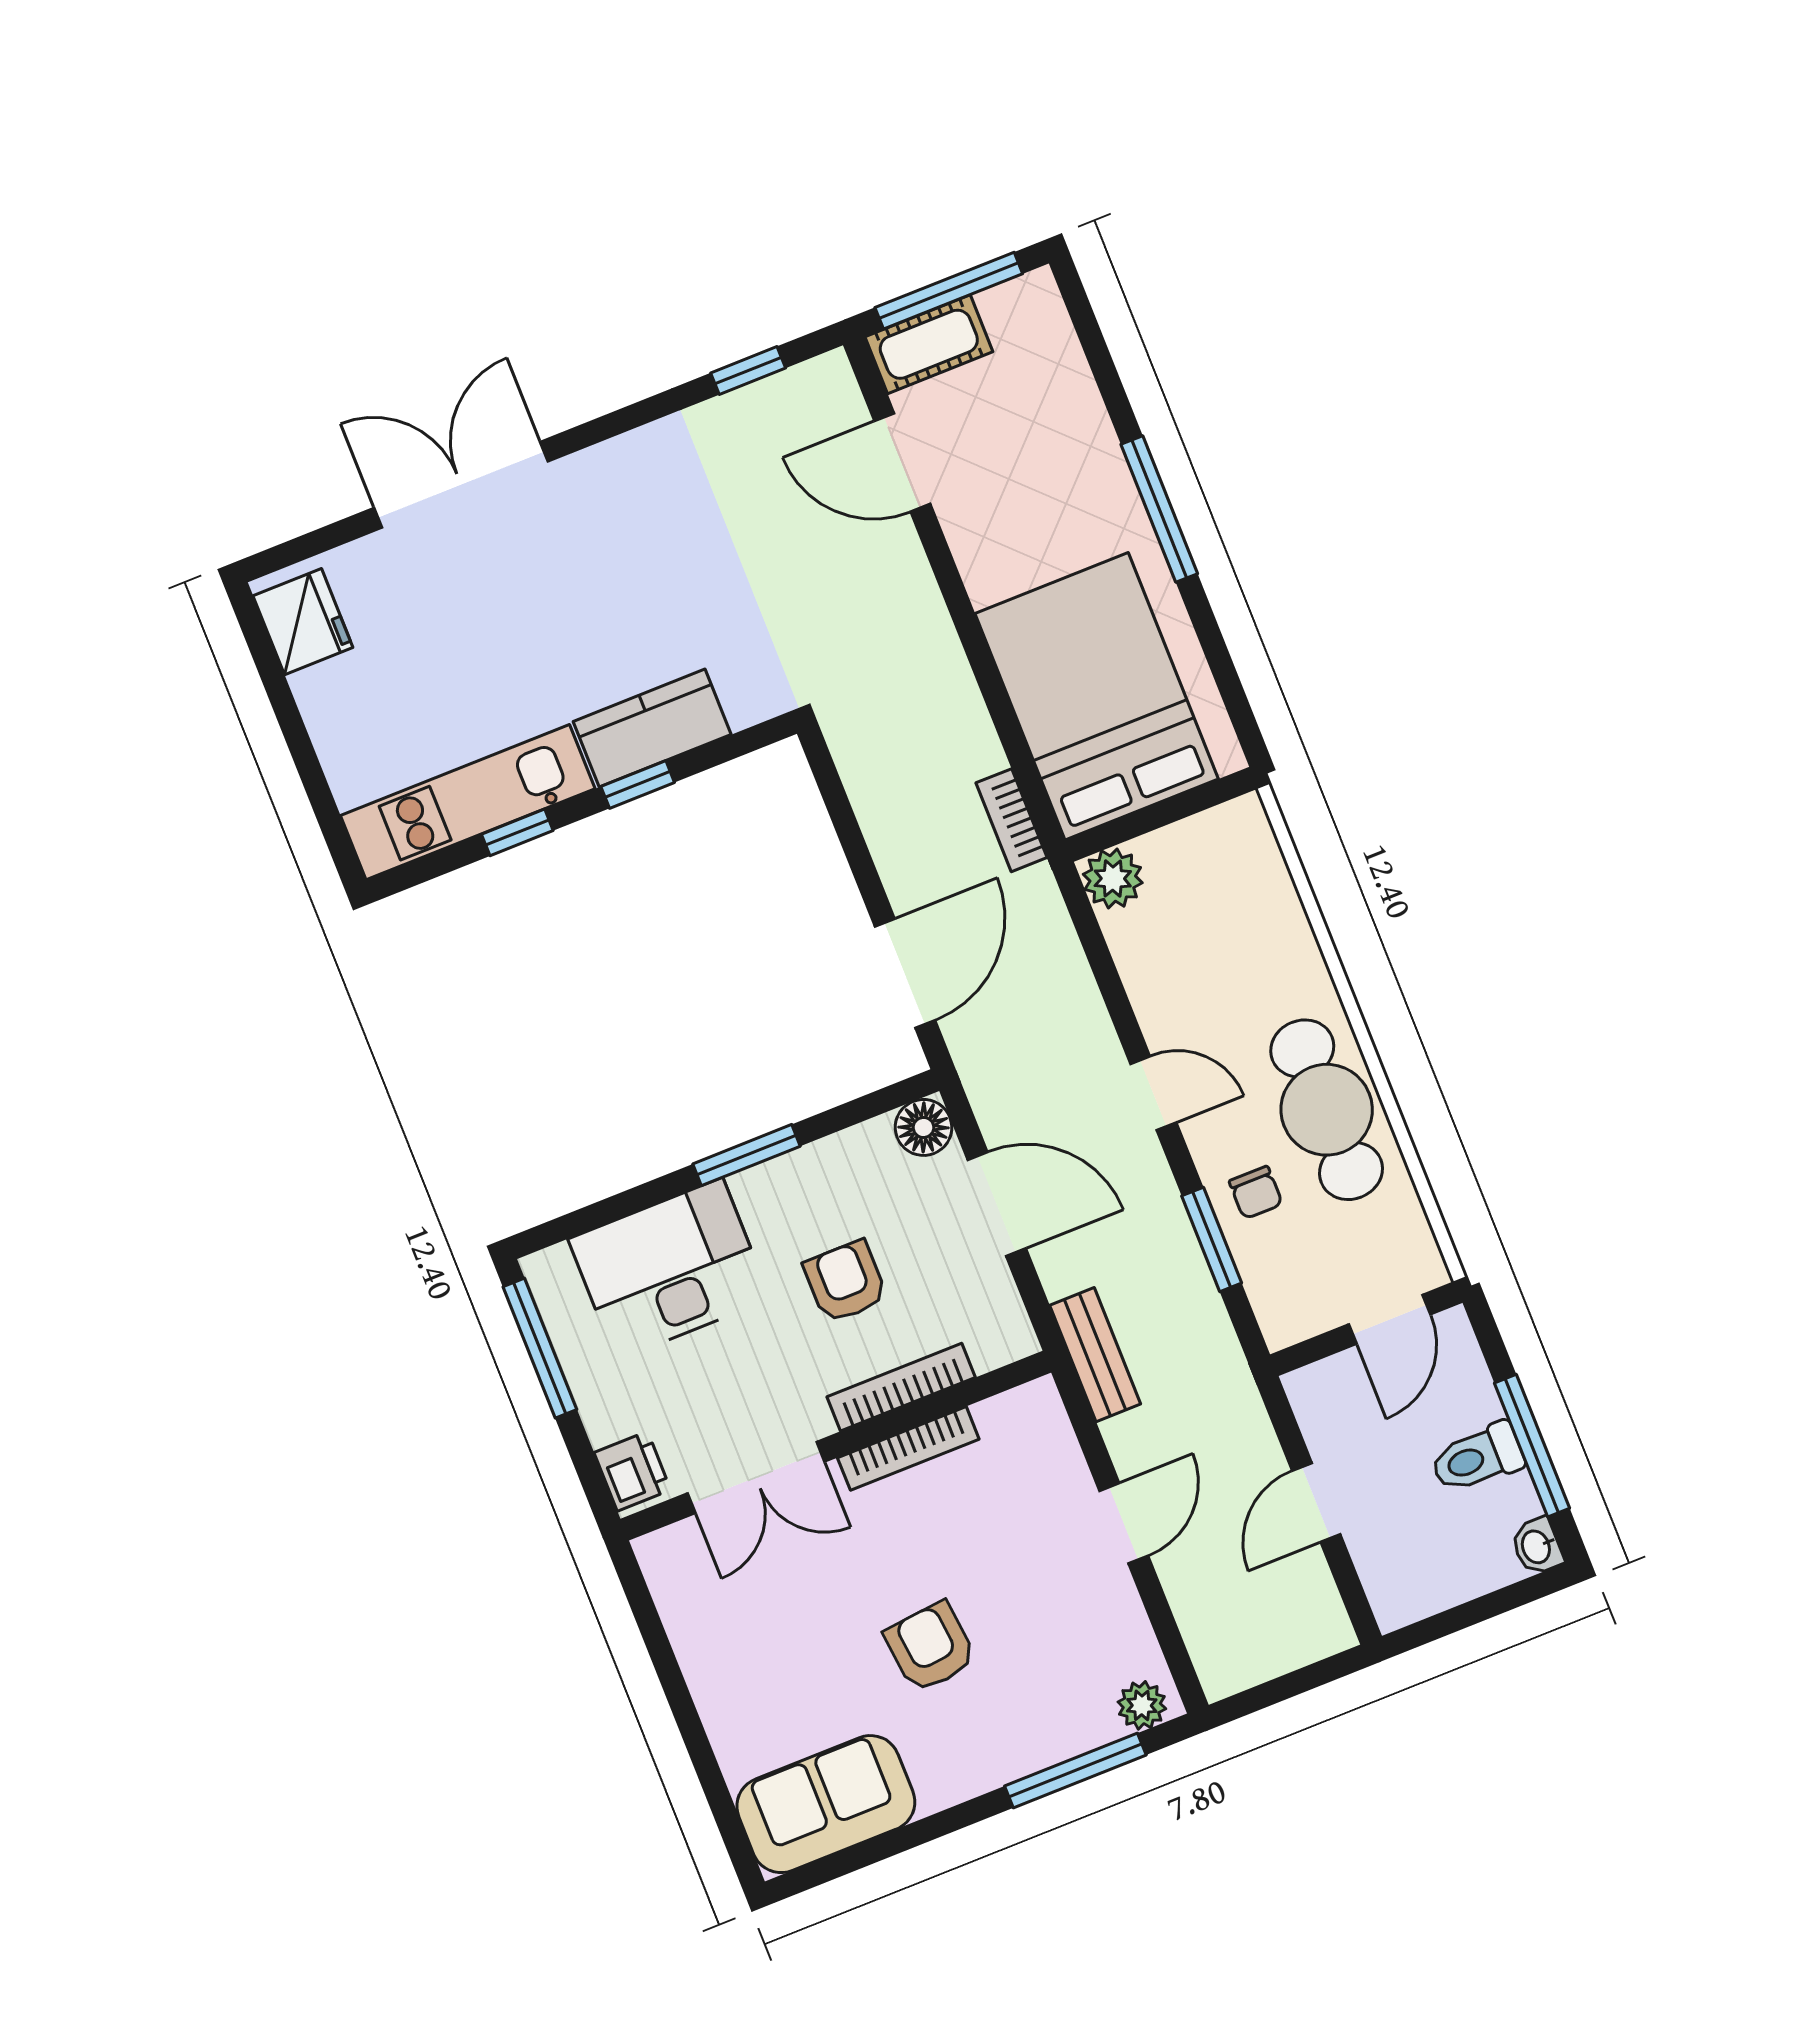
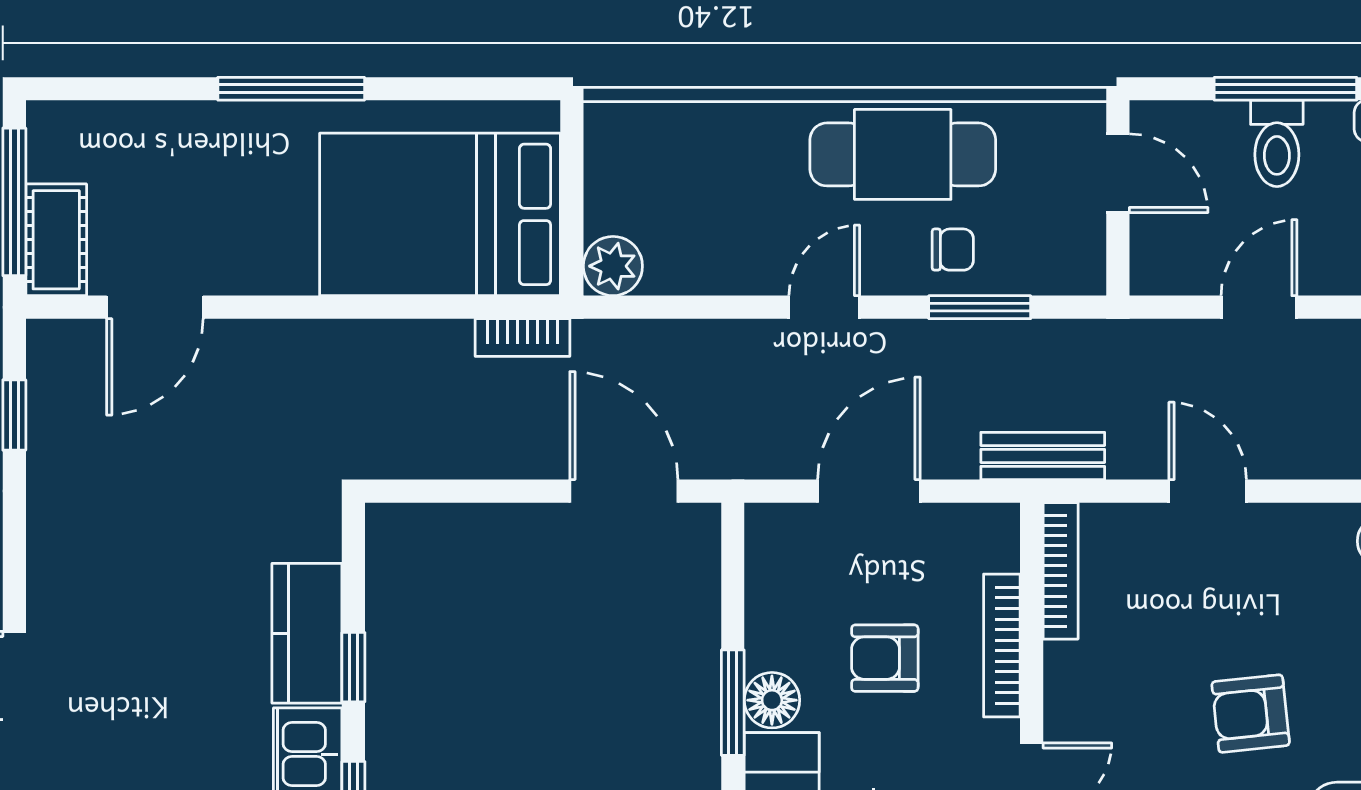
floor lamp: (924, 1127) -> (772, 700), moved
bookcase: (908, 1448) -> (1061, 571), moved
door: (1316, 1503) -> (1259, 307), swing flipped

